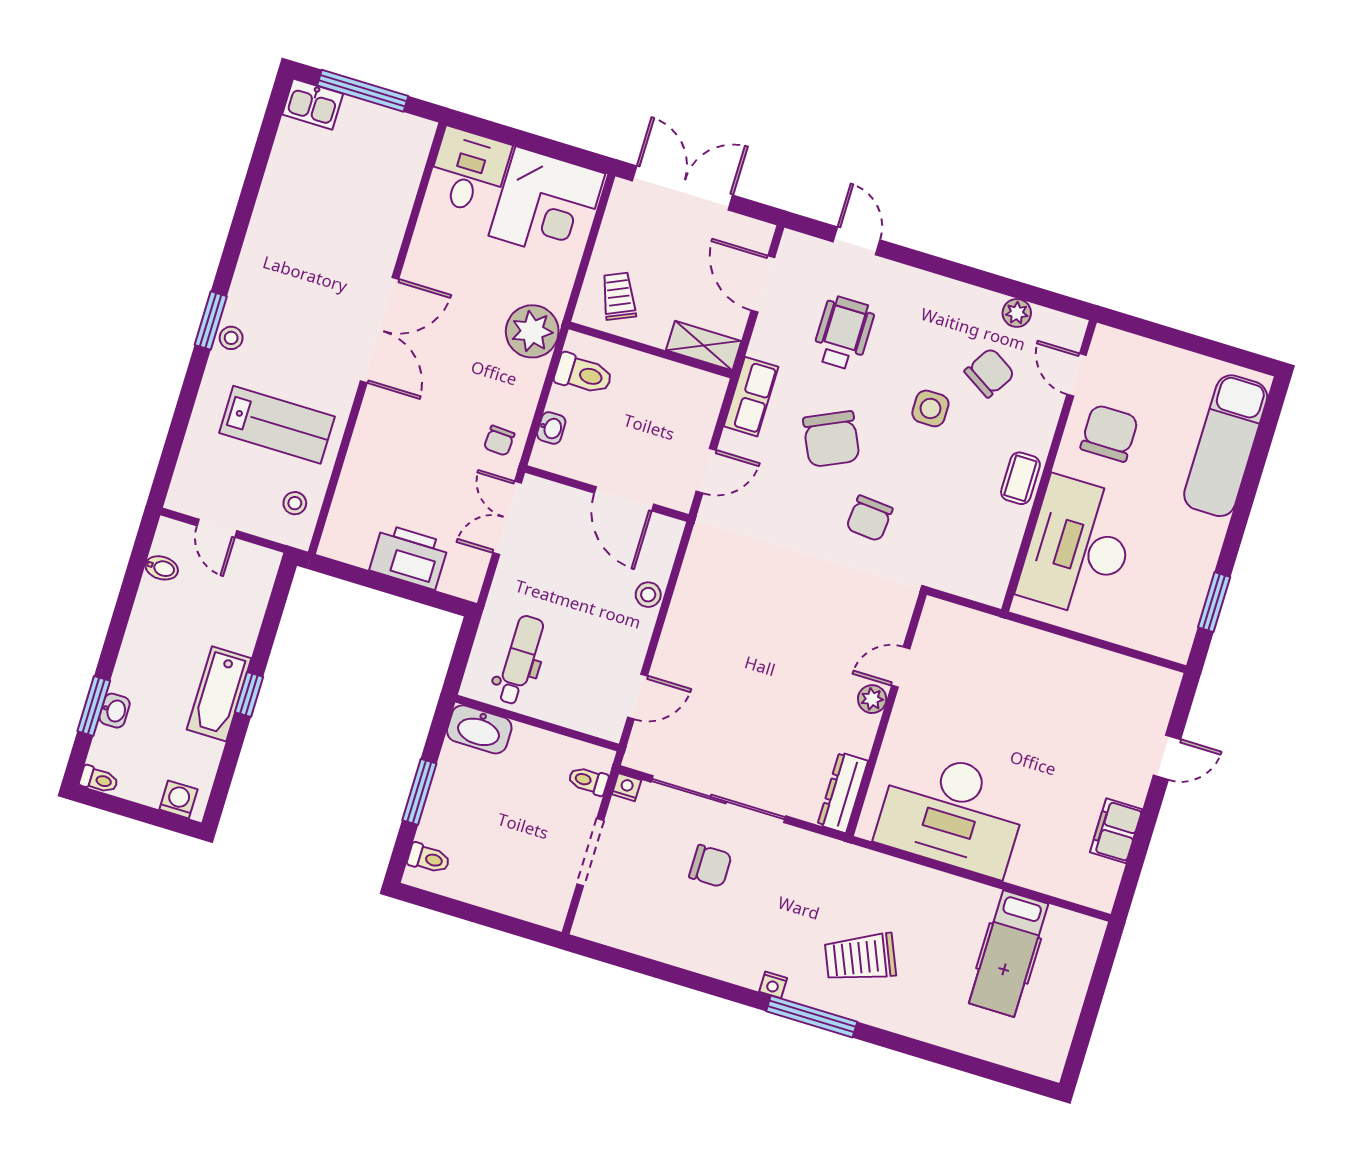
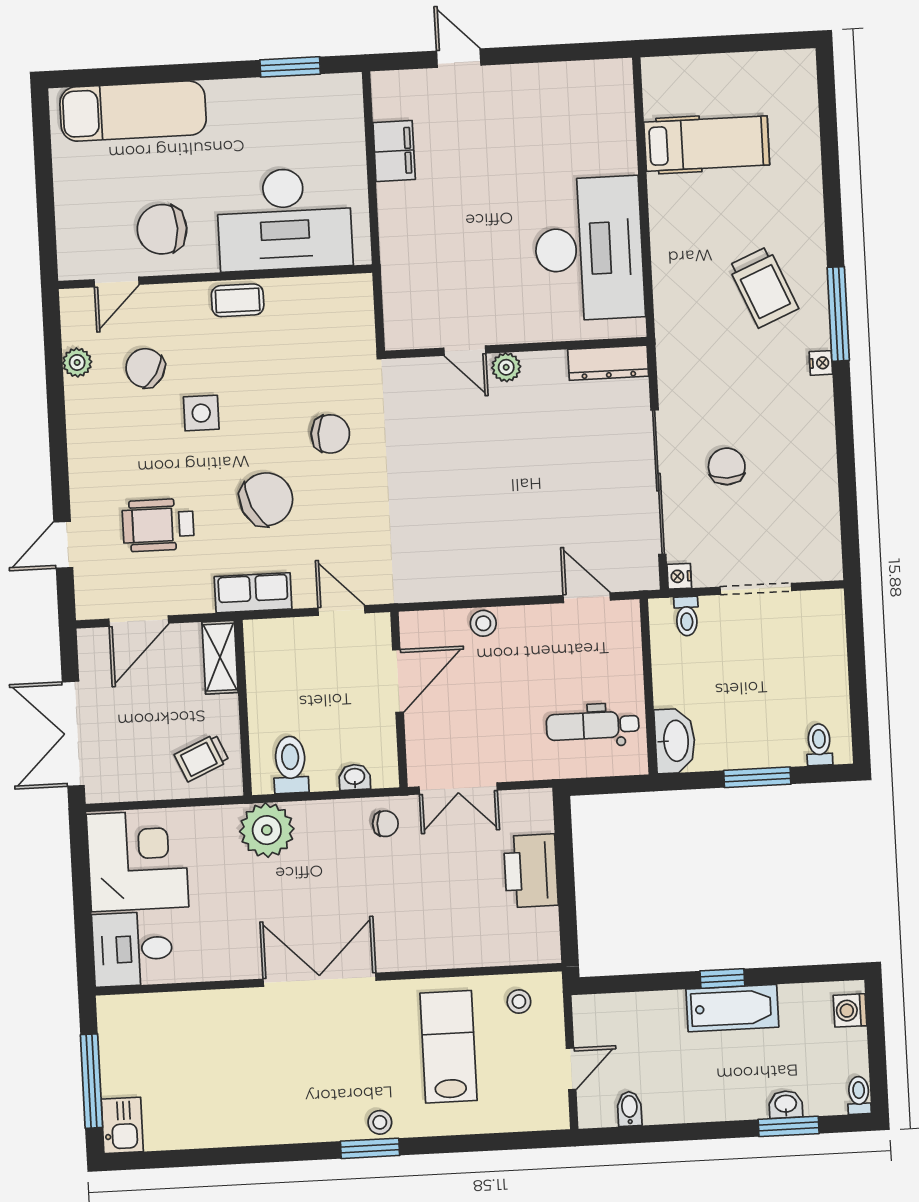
filing cabinet: (1116, 831) -> (394, 151), moved, turned -90

